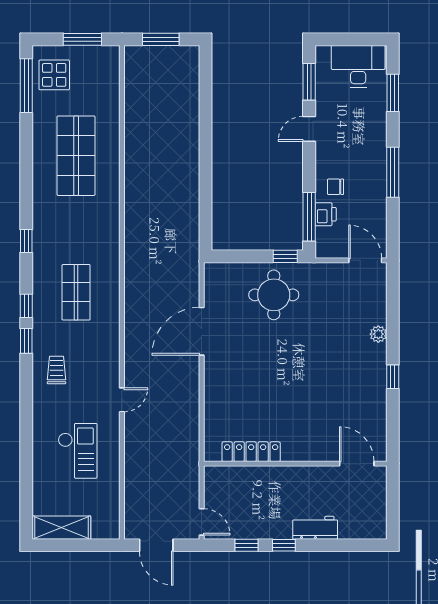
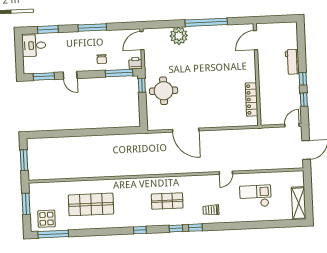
desk: (358, 66) -> (34, 45), width x0.73
printer: (326, 214) -> (135, 63), moved
plant: (378, 334) -> (179, 36), width x1.88, depth x1.88
window: (393, 377) -> (206, 22), width x3.17
door: (122, 400) -> (226, 173), swing flipped

